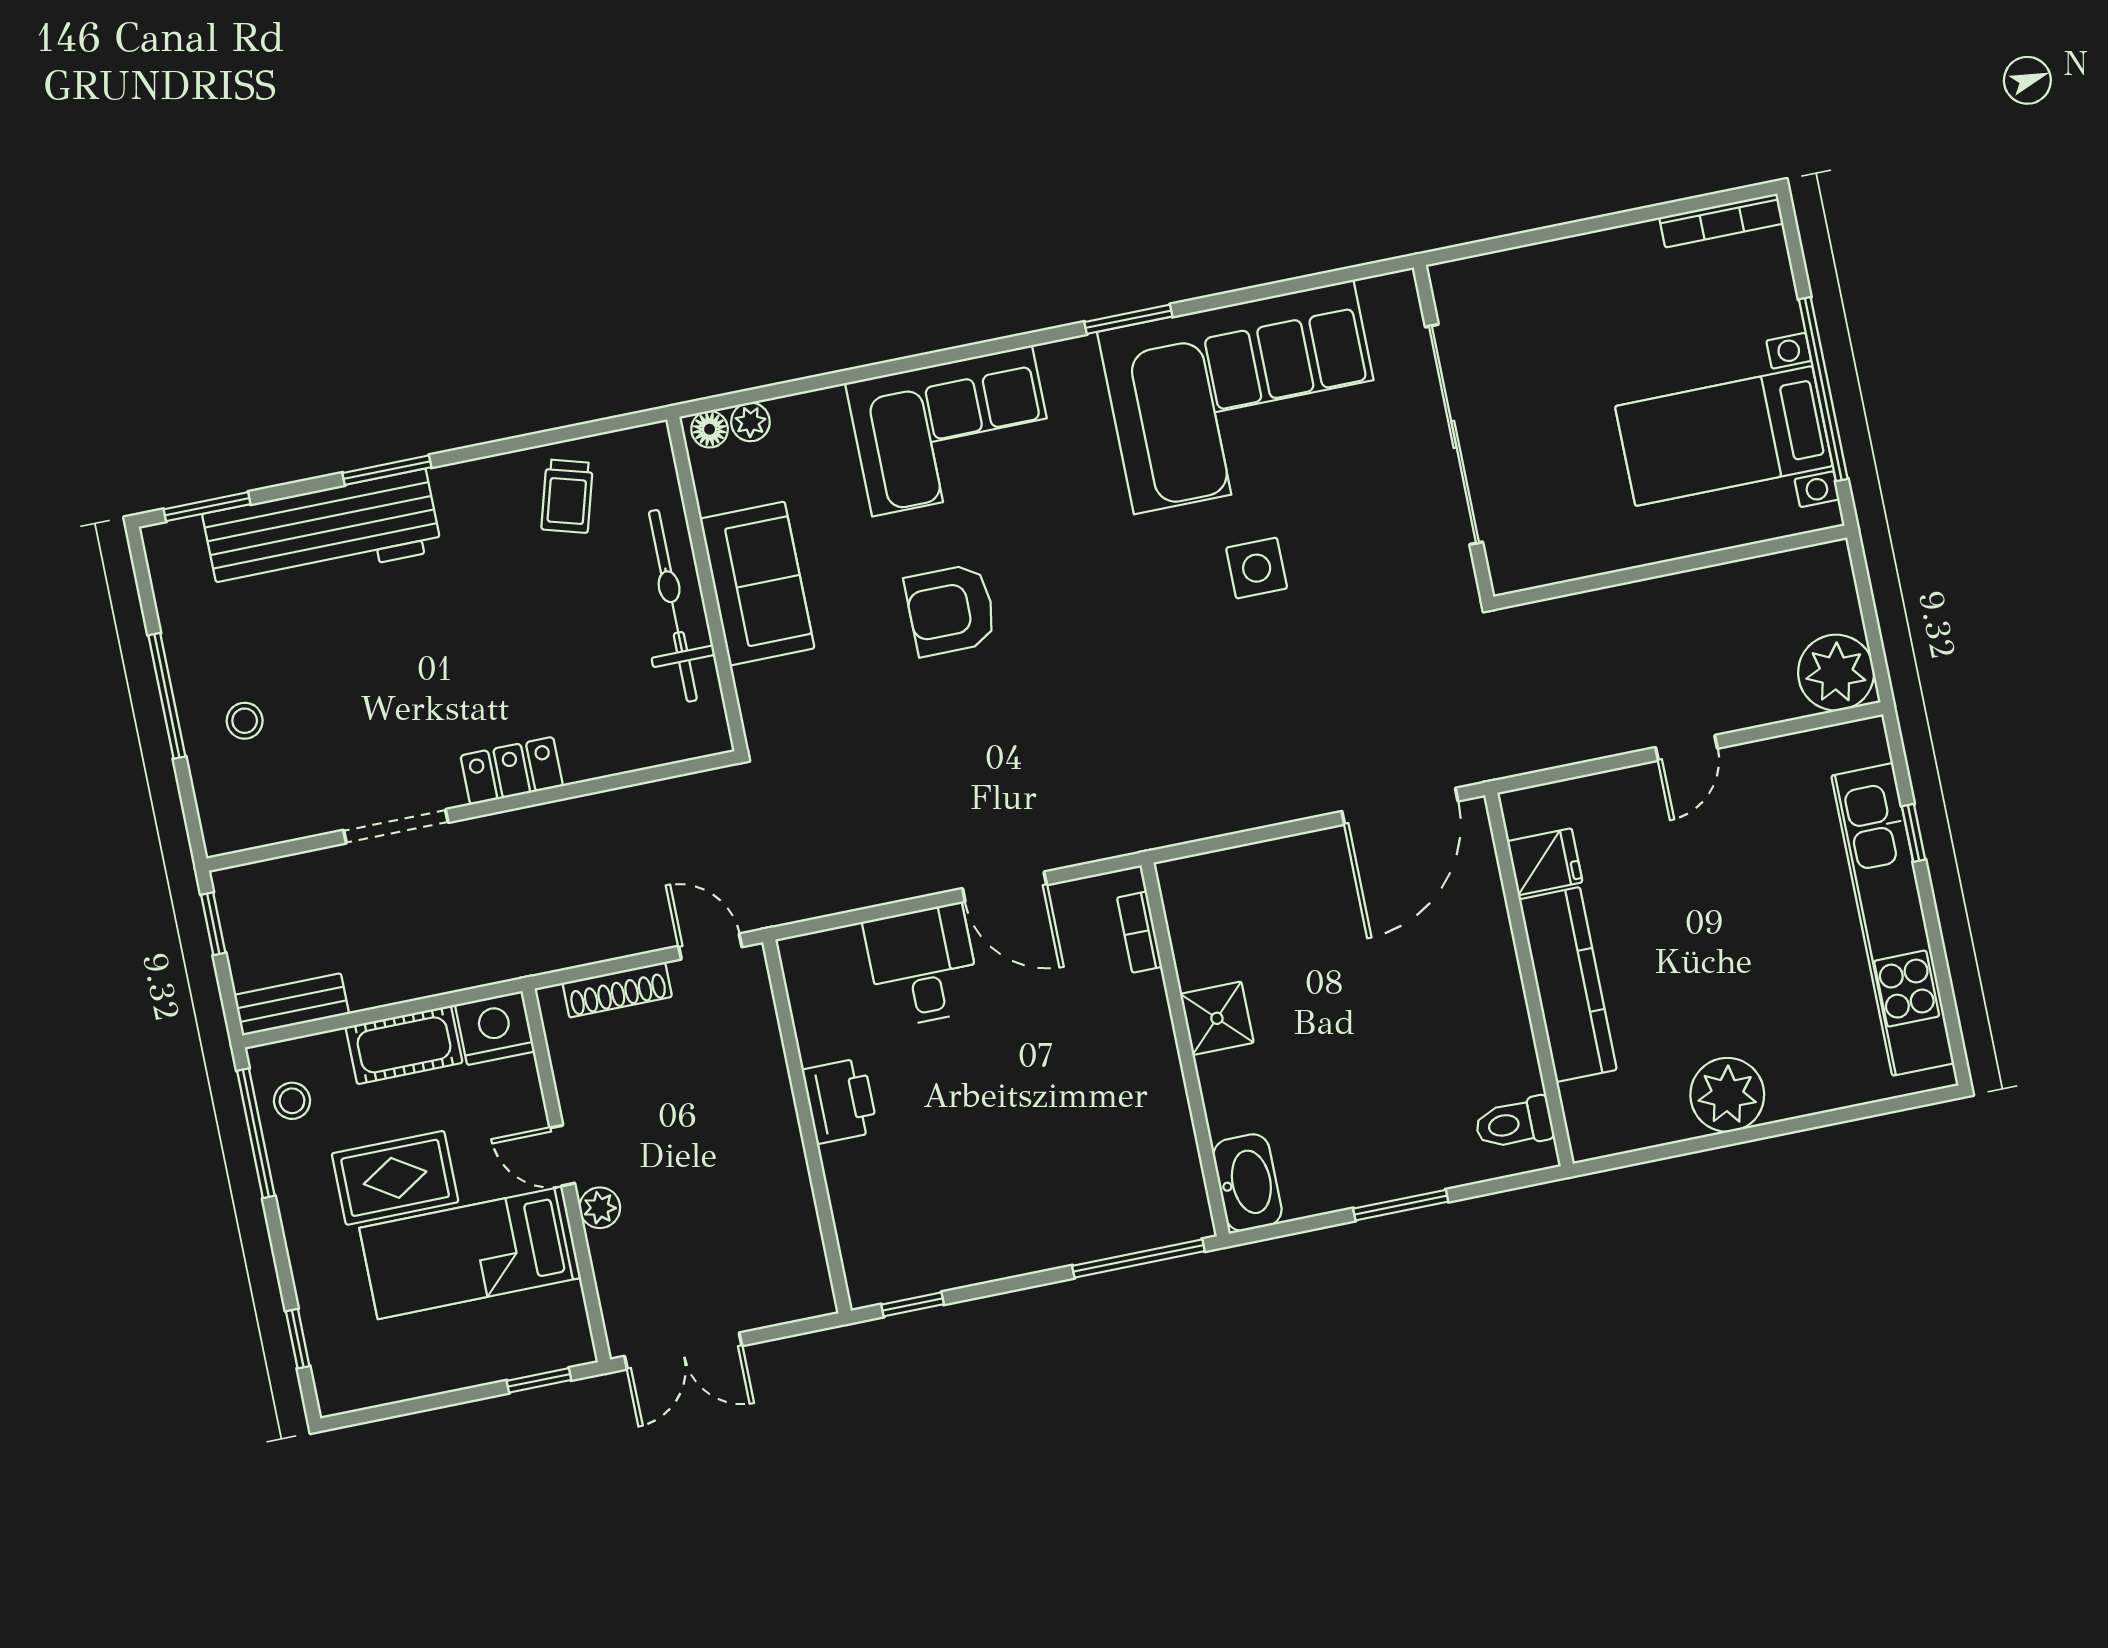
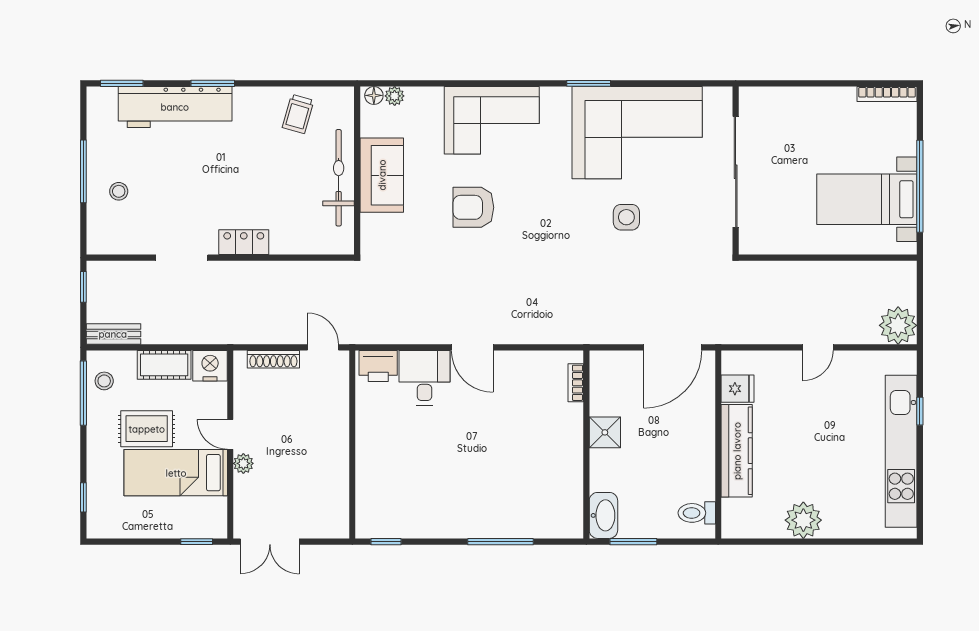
bookcase: (1139, 932) -> (576, 383), moved
shower: (1217, 1018) -> (605, 432), moved
wall: (1185, 1049) -> (586, 444), moved
printer: (840, 1101) -> (378, 366), moved, turned 90
washbasin: (1247, 1183) -> (603, 515), moved

